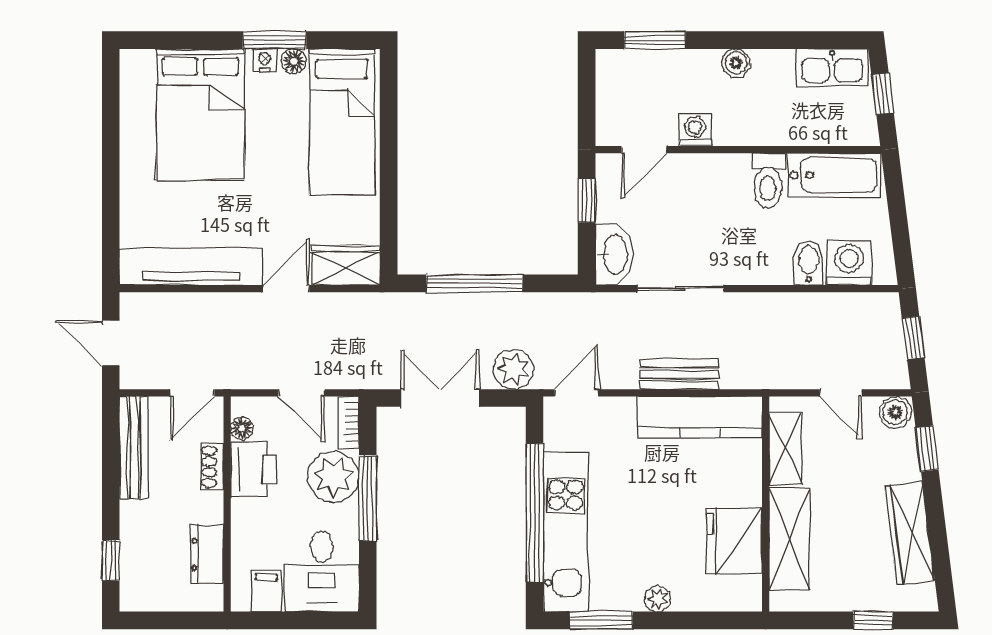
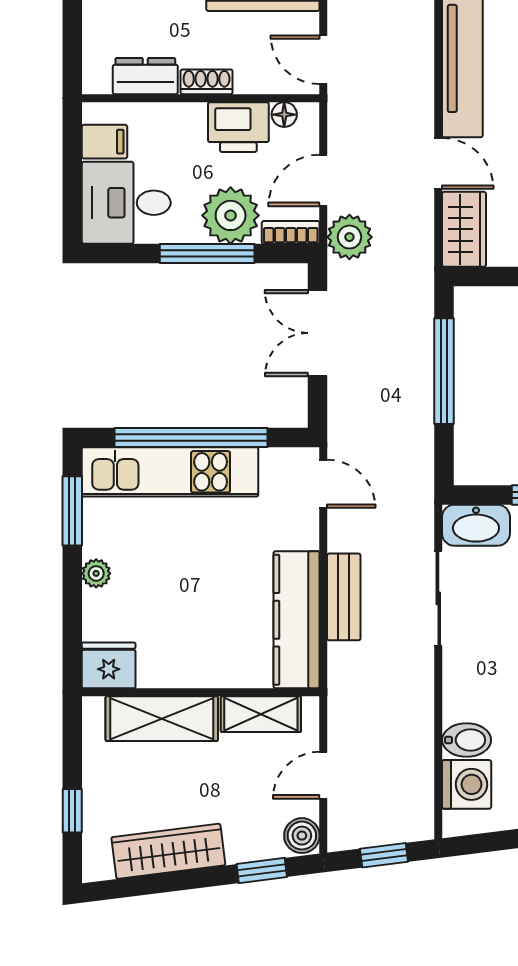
plant: (514, 369) -> (349, 237), moved
double door: (440, 398) -> (318, 333), swing flipped
shoe rack: (212, 467) -> (207, 82), moved
fridge: (734, 541) -> (109, 665), moved, width x0.73, depth x0.75

